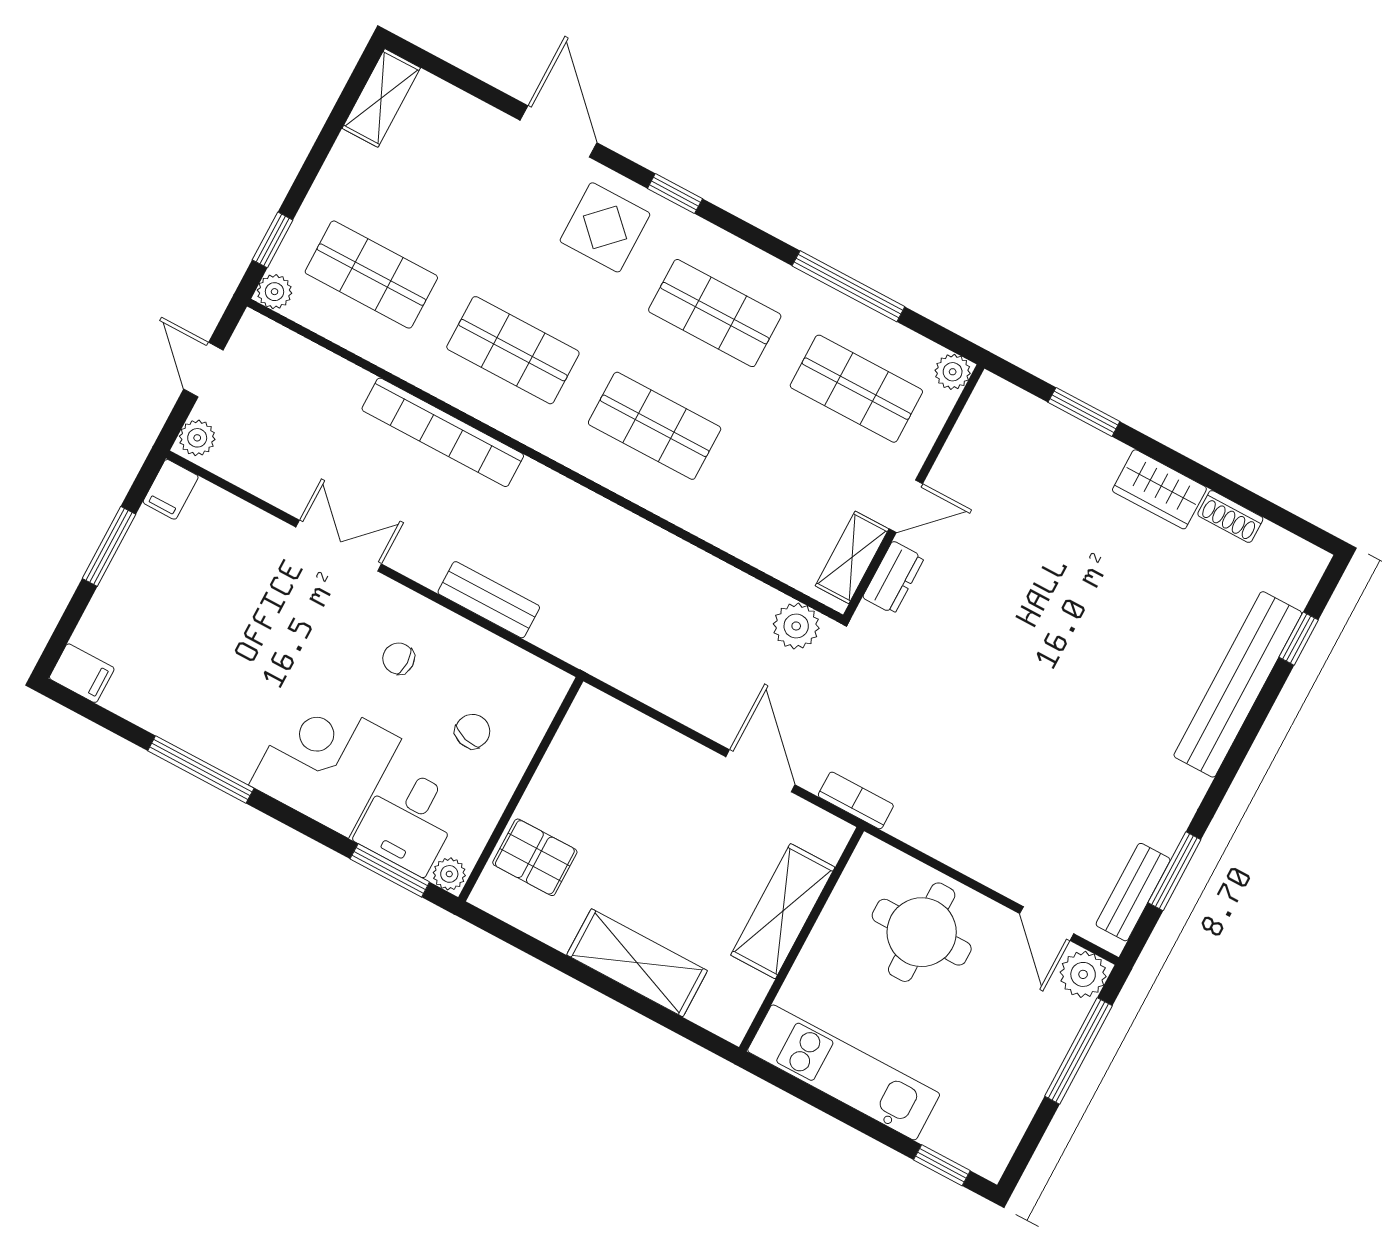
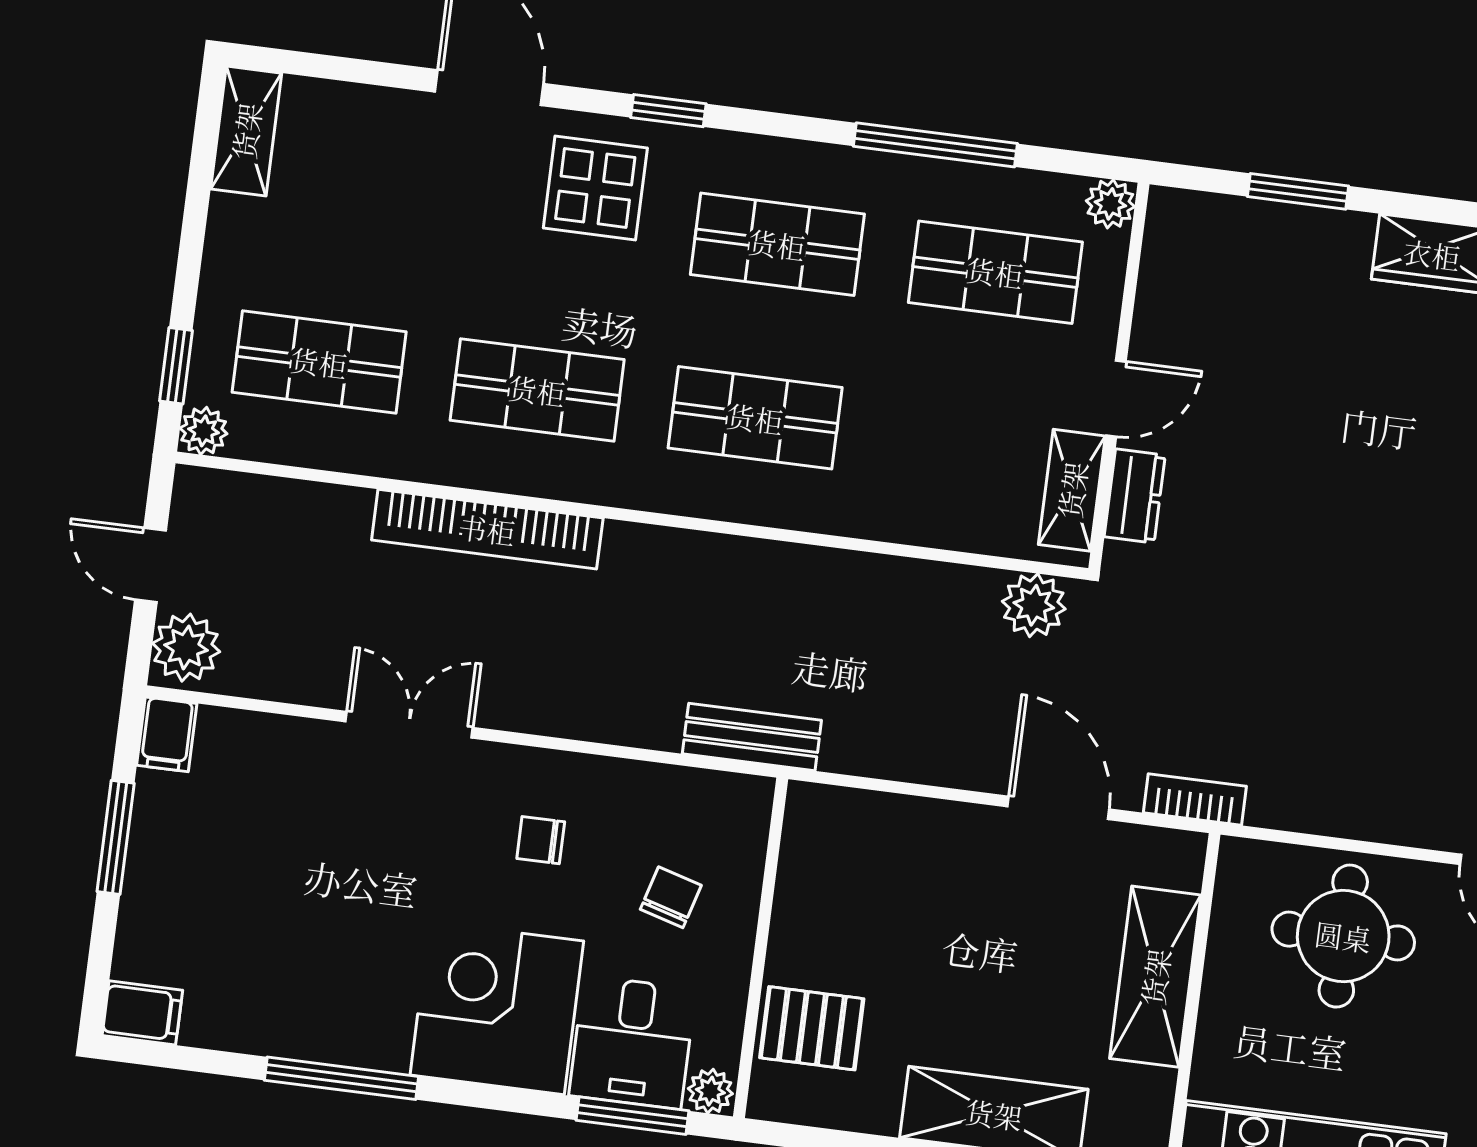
plant: (197, 438) -> (186, 648), width x1.38, depth x1.38
bench: (489, 600) -> (752, 737), moved

